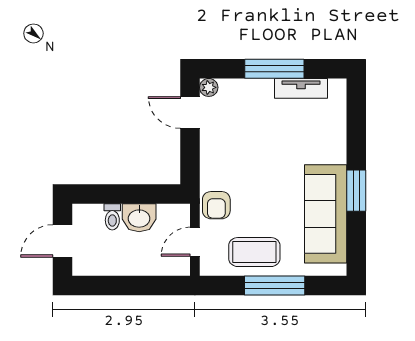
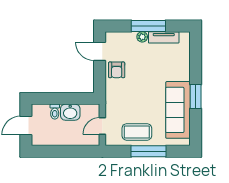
plant: (209, 87) -> (142, 37), moved
armchair: (216, 205) -> (117, 70), moved

